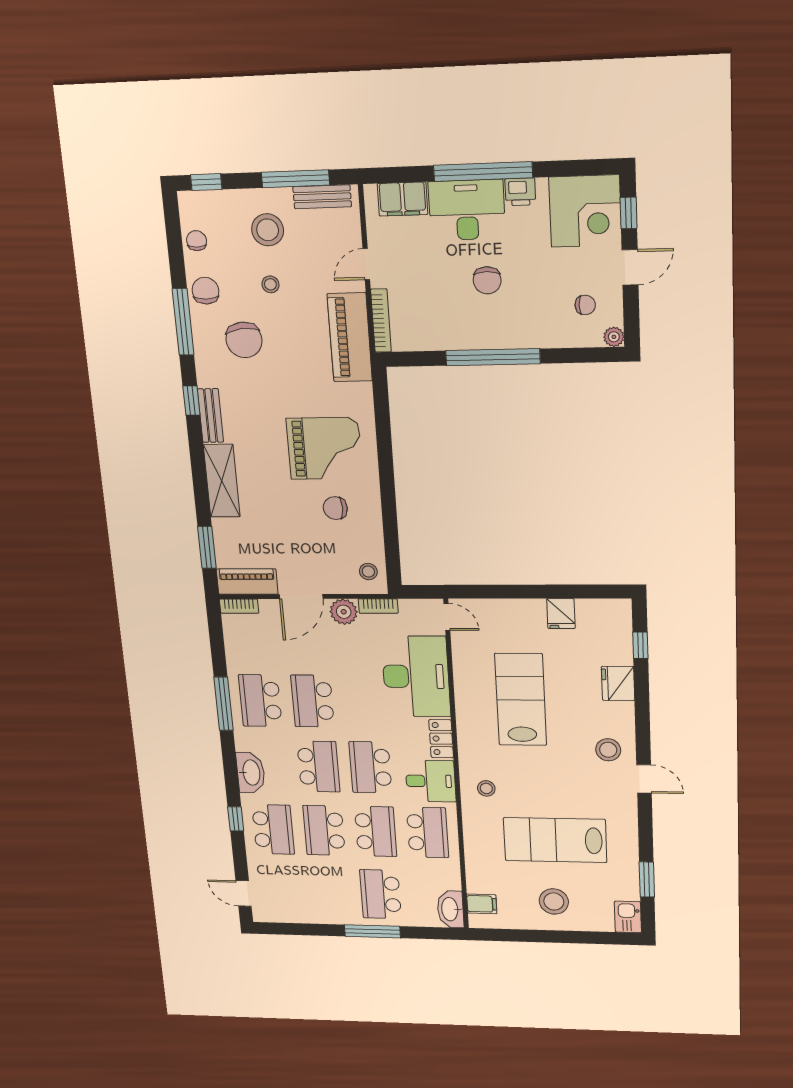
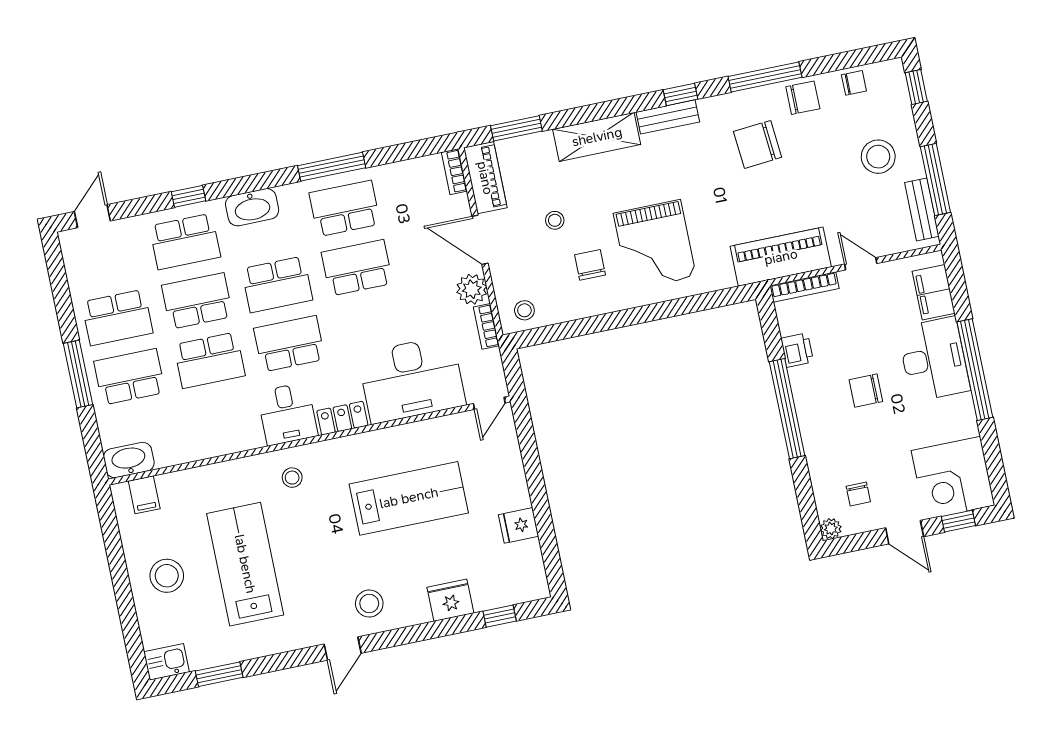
printer: (520, 192) -> (797, 350), moved, turned 180
stool: (270, 284) -> (555, 220), moved
school desk: (428, 832) -> (117, 317), moved

